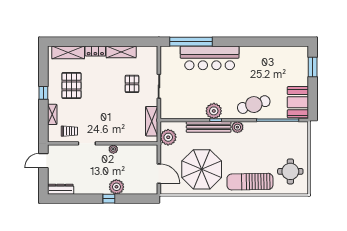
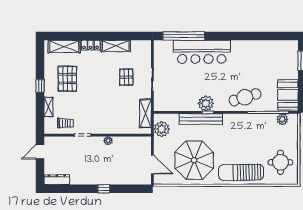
plant: (237, 127) -> (282, 119), moved
plant: (116, 187) -> (111, 177), removed

